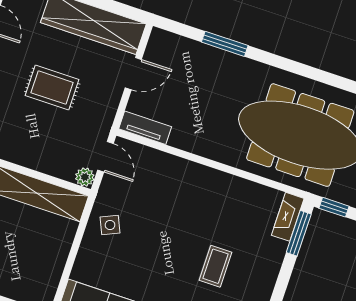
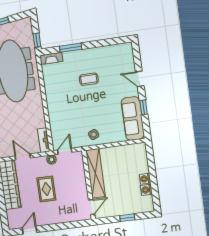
plant: (85, 177) -> (52, 159), moved
window: (299, 233) -> (71, 48), moved

